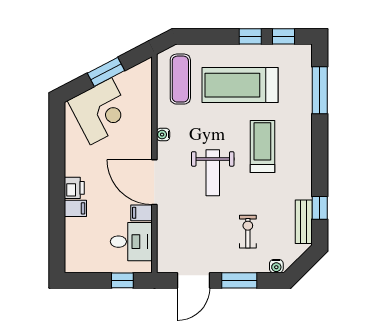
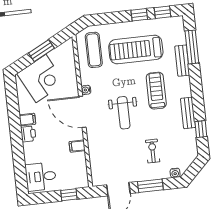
bench: (304, 108) -> (182, 61), added
door: (154, 182) -> (82, 112), moved
filing cabinet: (75, 208) -> (27, 120), moved
bench: (304, 222) -> (188, 113), moved
desk: (131, 242) -> (41, 177), moved, turned 180

